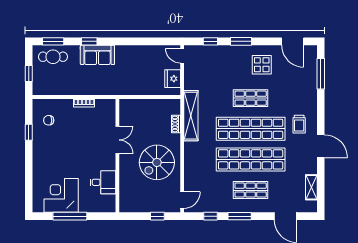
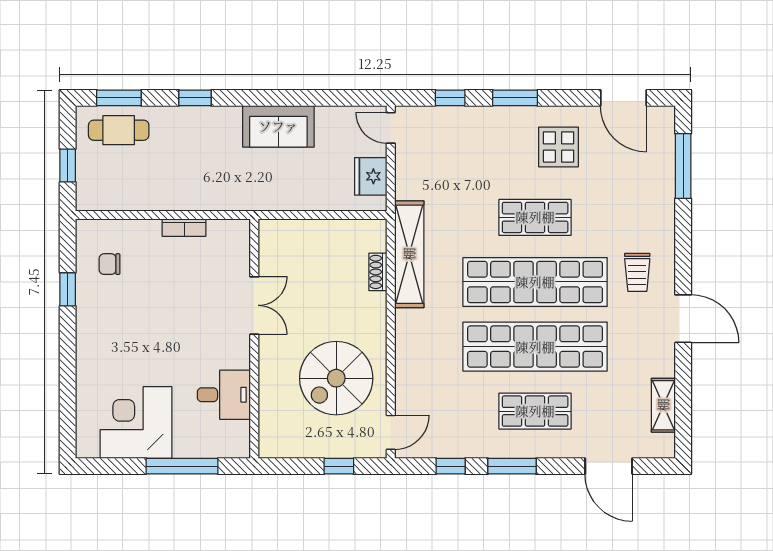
sofa: (97, 55) -> (278, 126), moved
spiral stairs: (157, 162) -> (336, 378), moved
window: (70, 216) -> (182, 466), moved

